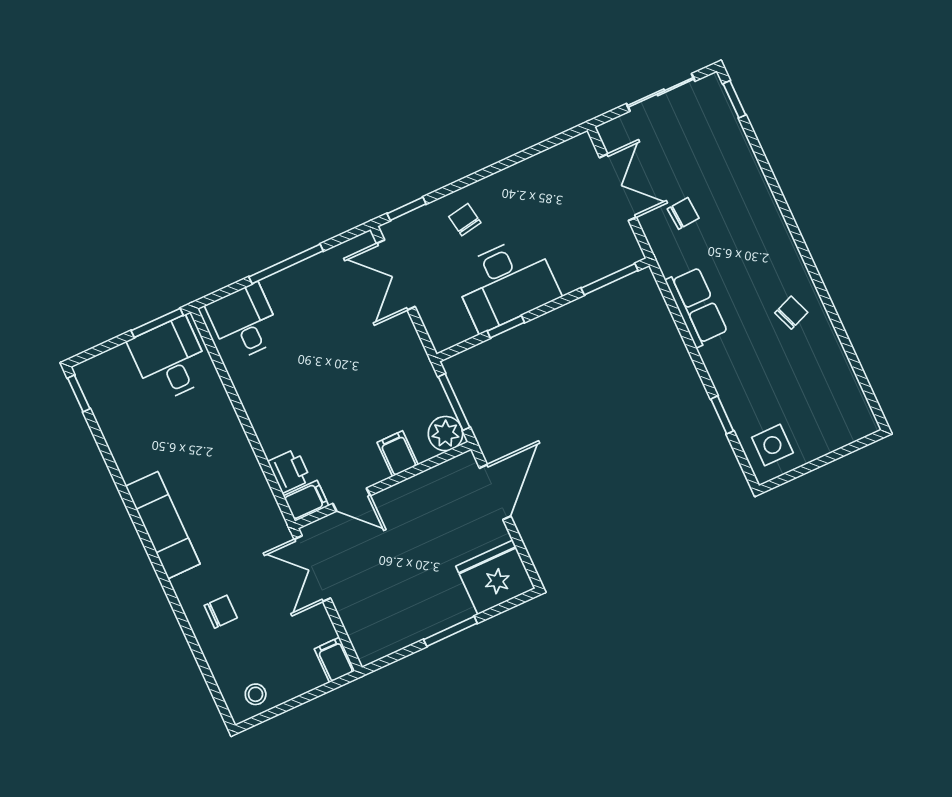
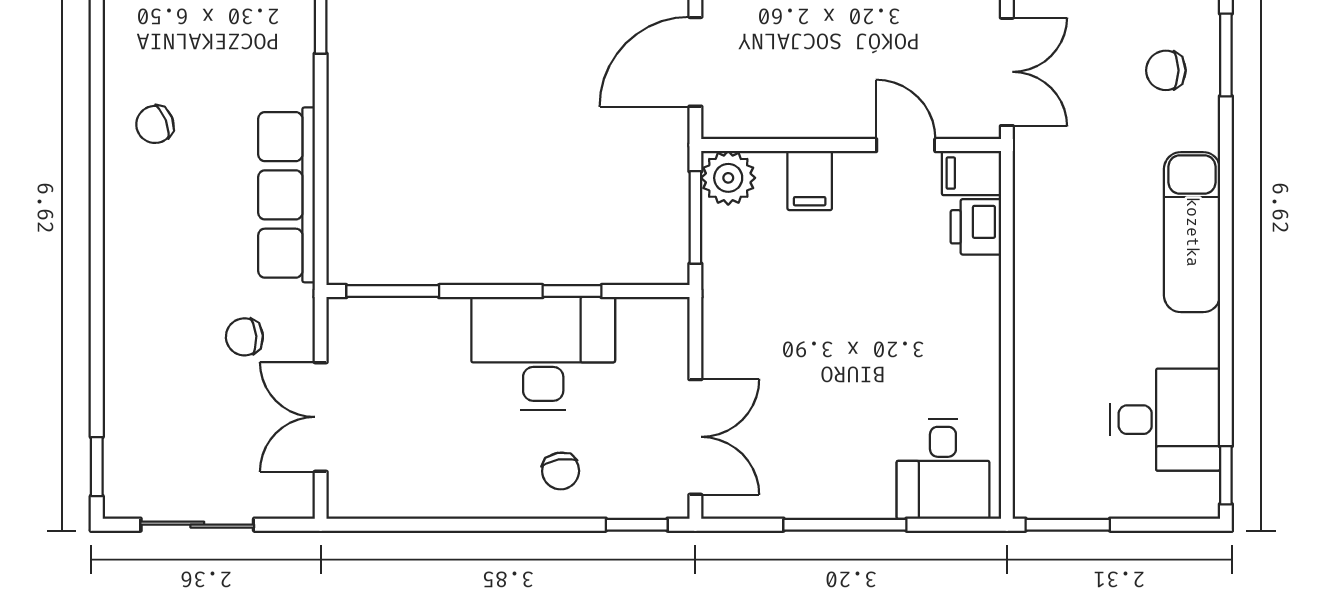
row of seats: (696, 307) -> (287, 195), width x1.48
desk: (170, 360) -> (1165, 420), moved, turned -90
window: (190, 637) -> (1226, 55), added

